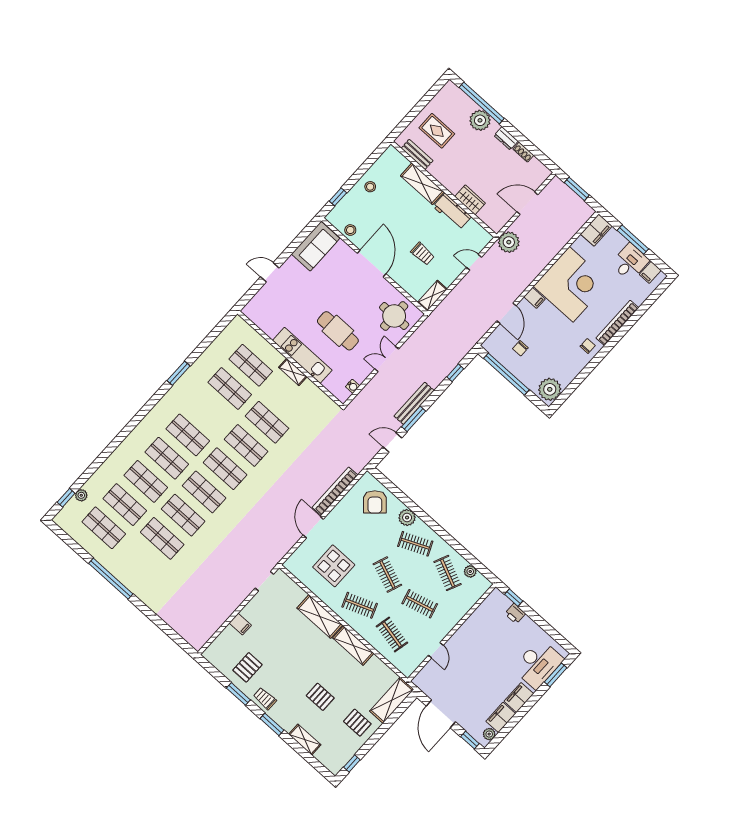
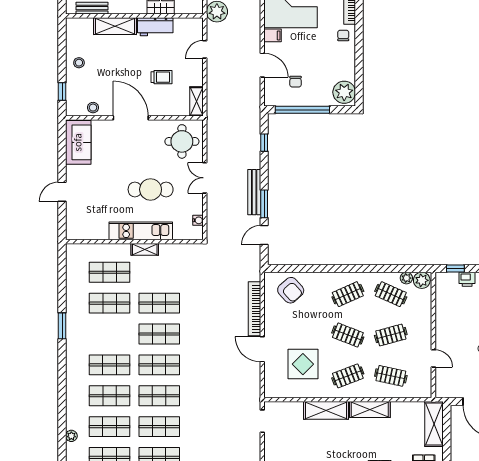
plant: (111, 462) -> (71, 436), added
plant: (407, 518) -> (422, 280), moved

